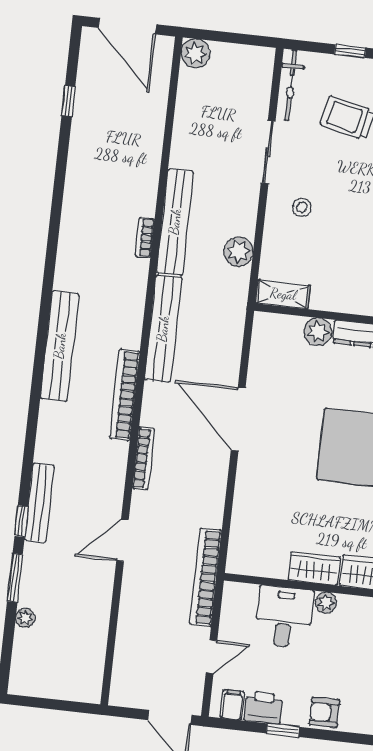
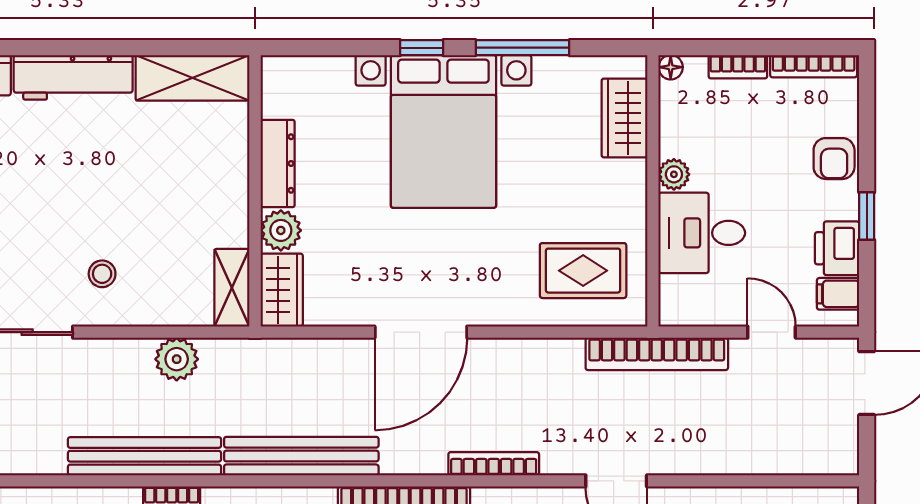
rug: (268, 534) -> (583, 271), added
wardrobe: (314, 569) -> (282, 290), moved, turned 180

